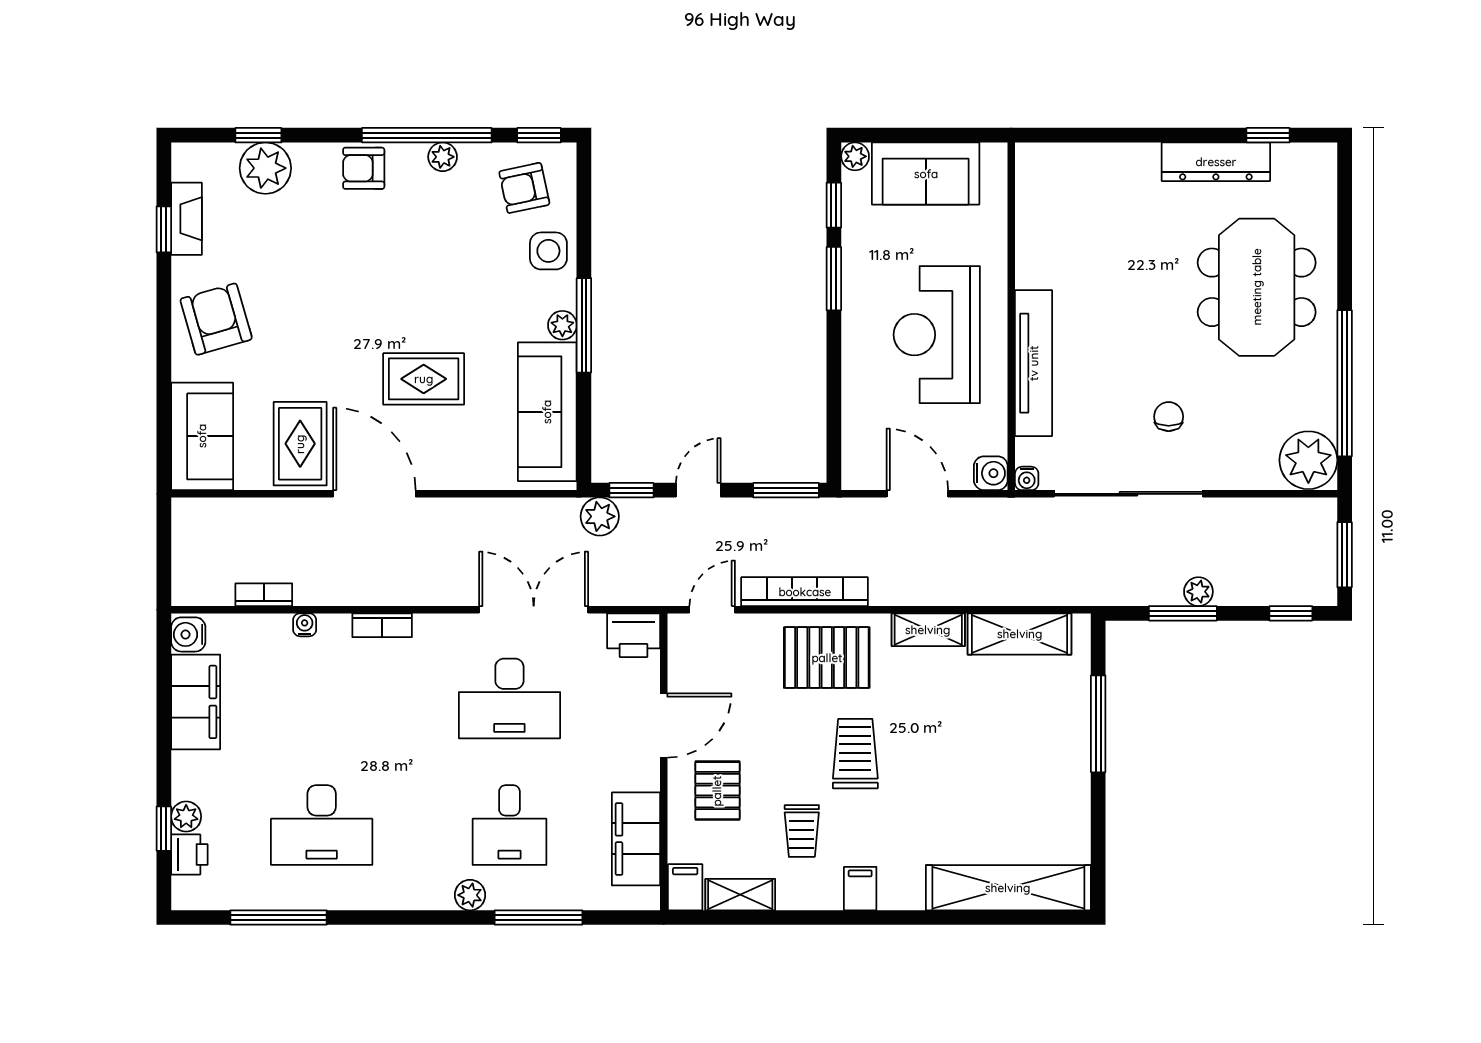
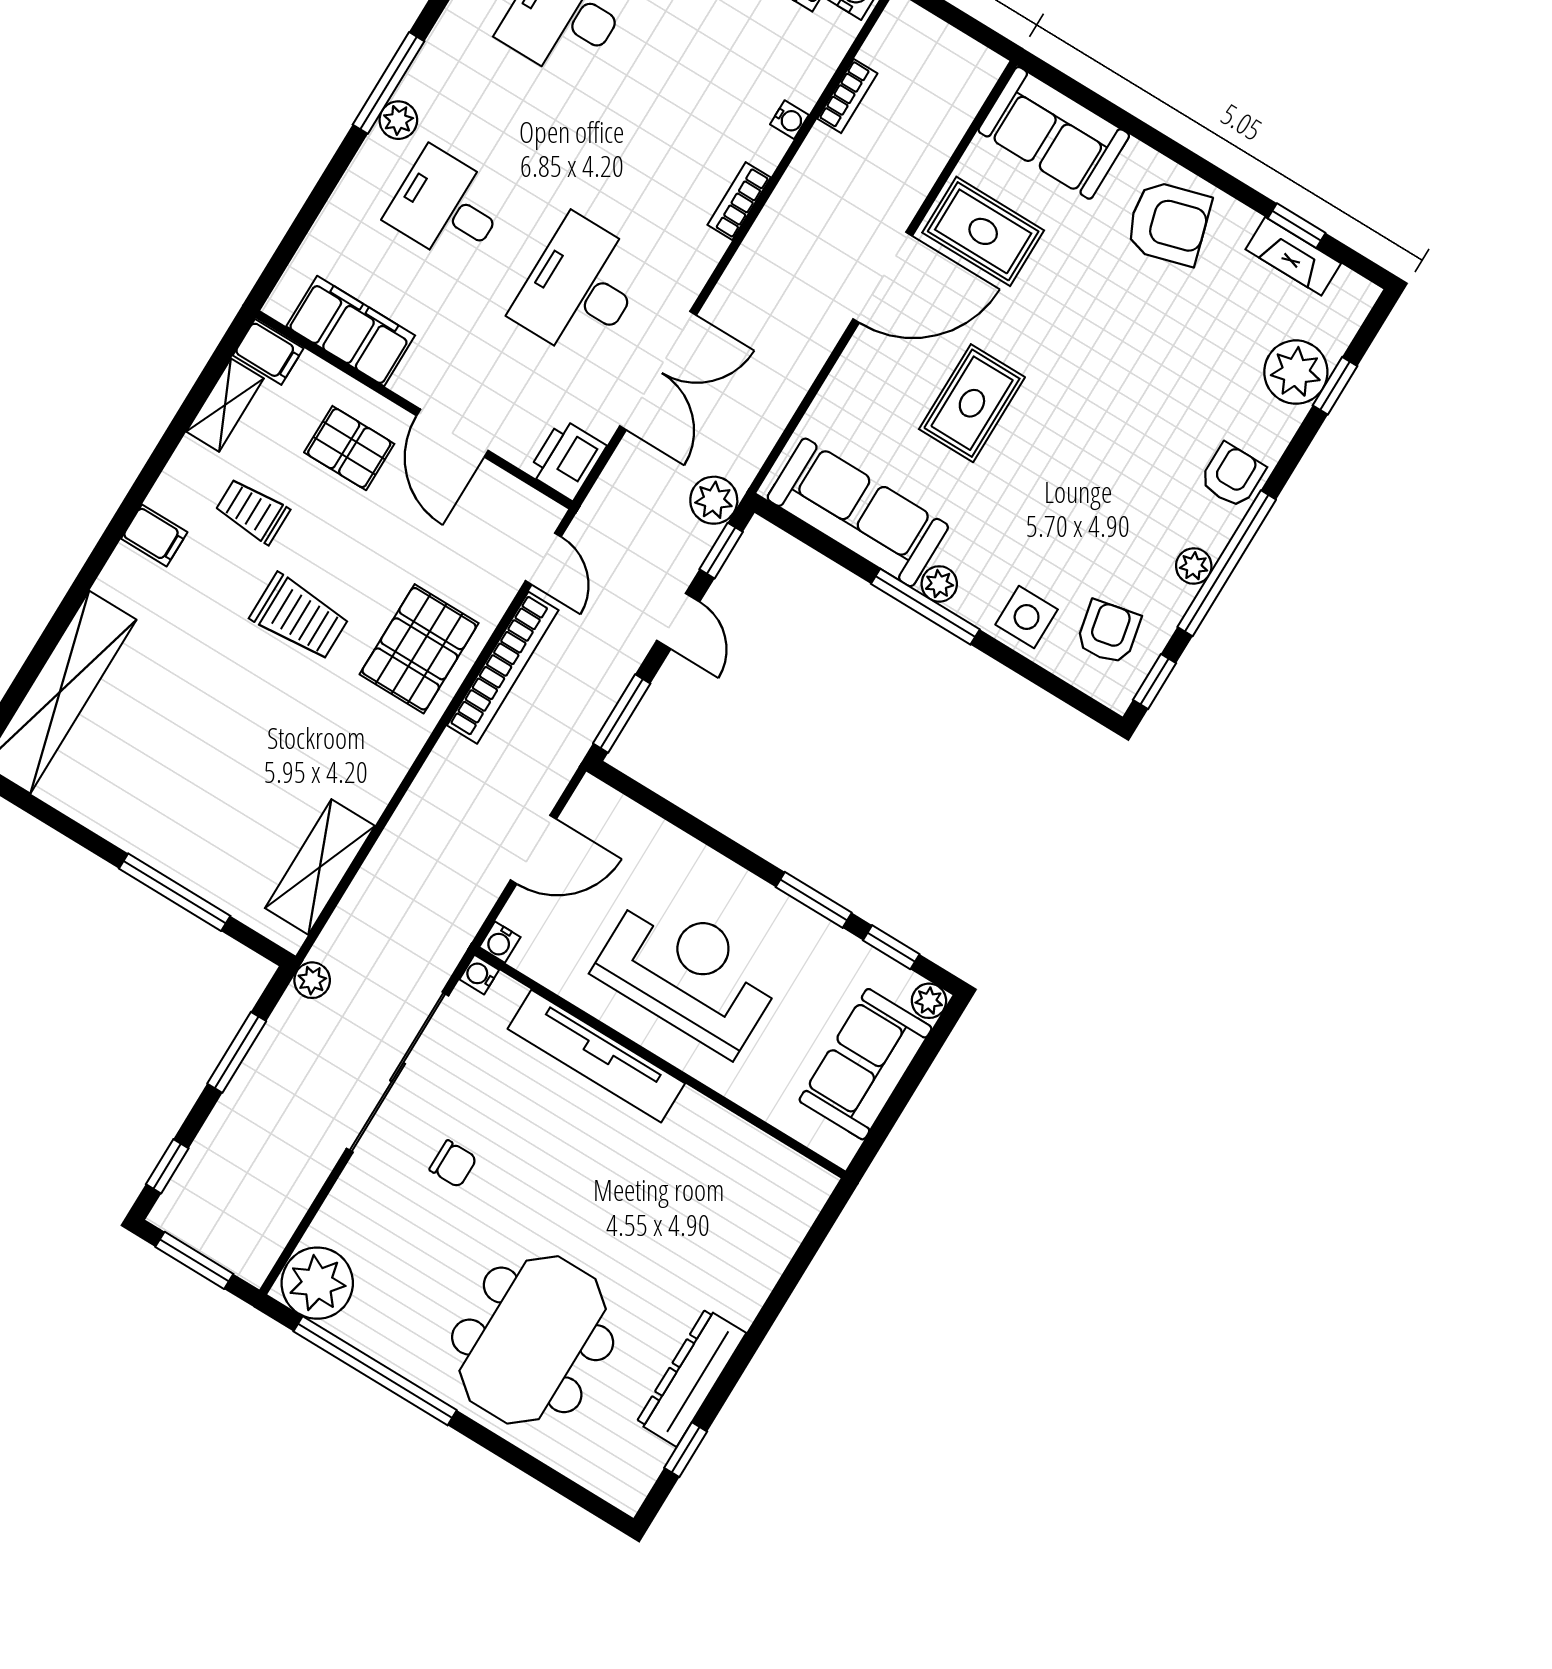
meeting table: (1257, 287) -> (533, 1340), turned 90
water cooler: (991, 473) -> (500, 942), width x0.72, depth x0.72
plant: (1198, 592) -> (312, 980), moved
shelving: (928, 630) -> (383, 774), removed
window: (539, 918) -> (389, 83), moved

